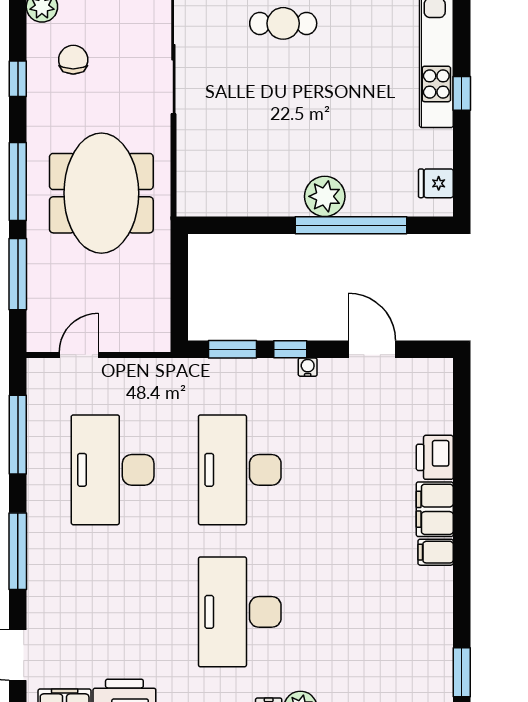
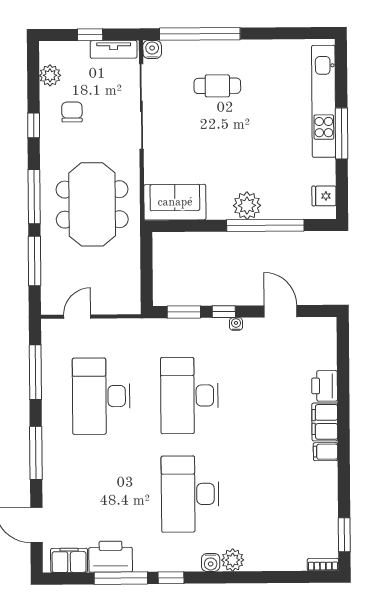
window: (462, 93) -> (341, 133), width x2.17
sofa: (221, 191) -> (175, 202), added

